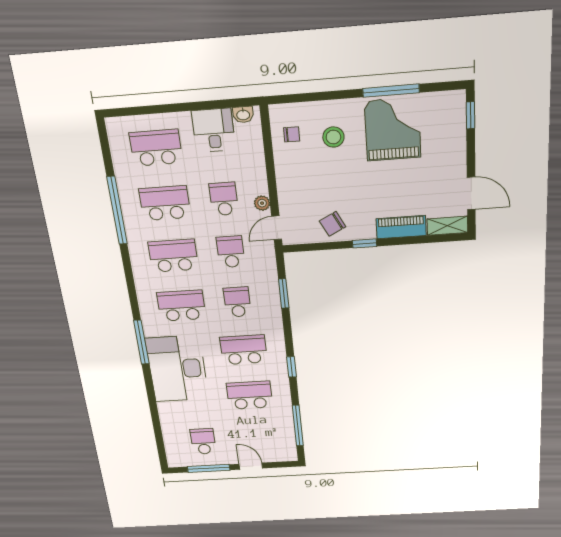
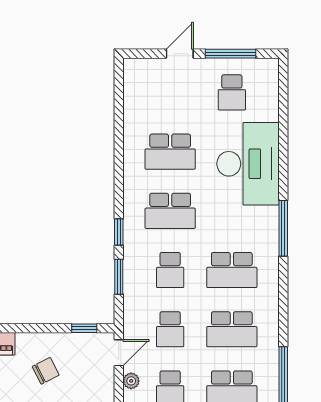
chair: (333, 224) -> (46, 371), moved
window: (365, 243) -> (84, 328), moved
window: (292, 367) -> (119, 232), moved
desk: (177, 369) -> (248, 164), moved
window: (298, 426) -> (119, 107), removed
door: (251, 466) -> (180, 54), swing flipped

